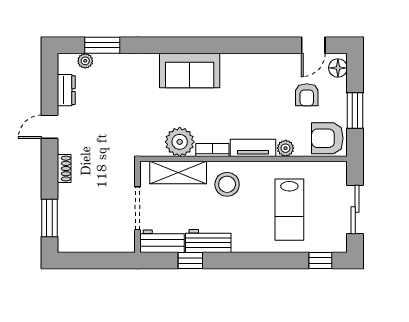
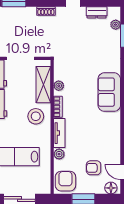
plant: (180, 142) -> (59, 86), width x0.53, depth x0.53

